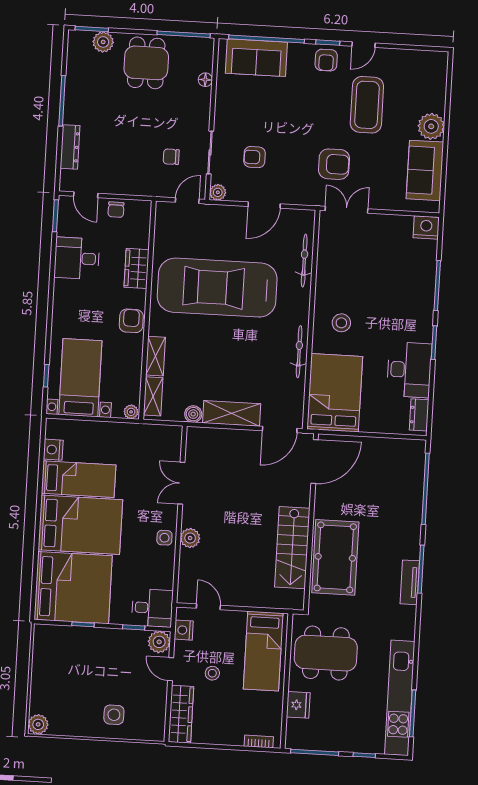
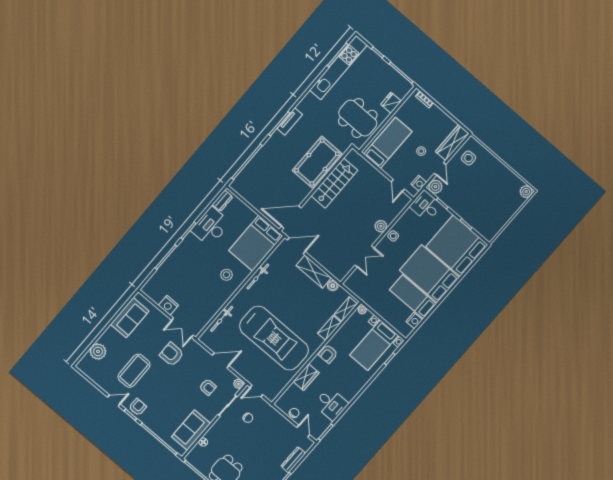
sofa: (256, 58) -> (191, 430), moved, turned -90
plant: (431, 126) -> (98, 351), moved
nightstand: (426, 228) -> (168, 305), moved
side table: (114, 715) -> (468, 158), moved

